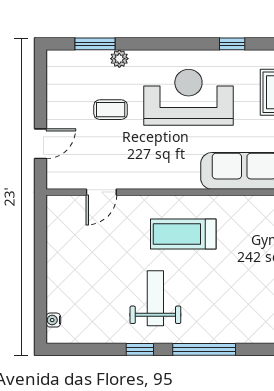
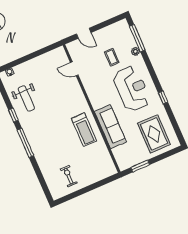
window: (95, 44) -> (137, 38), width x1.44
treadmill: (183, 234) -> (84, 130), moved, turned 180
weight bench: (155, 298) -> (26, 98), moved, turned 90

